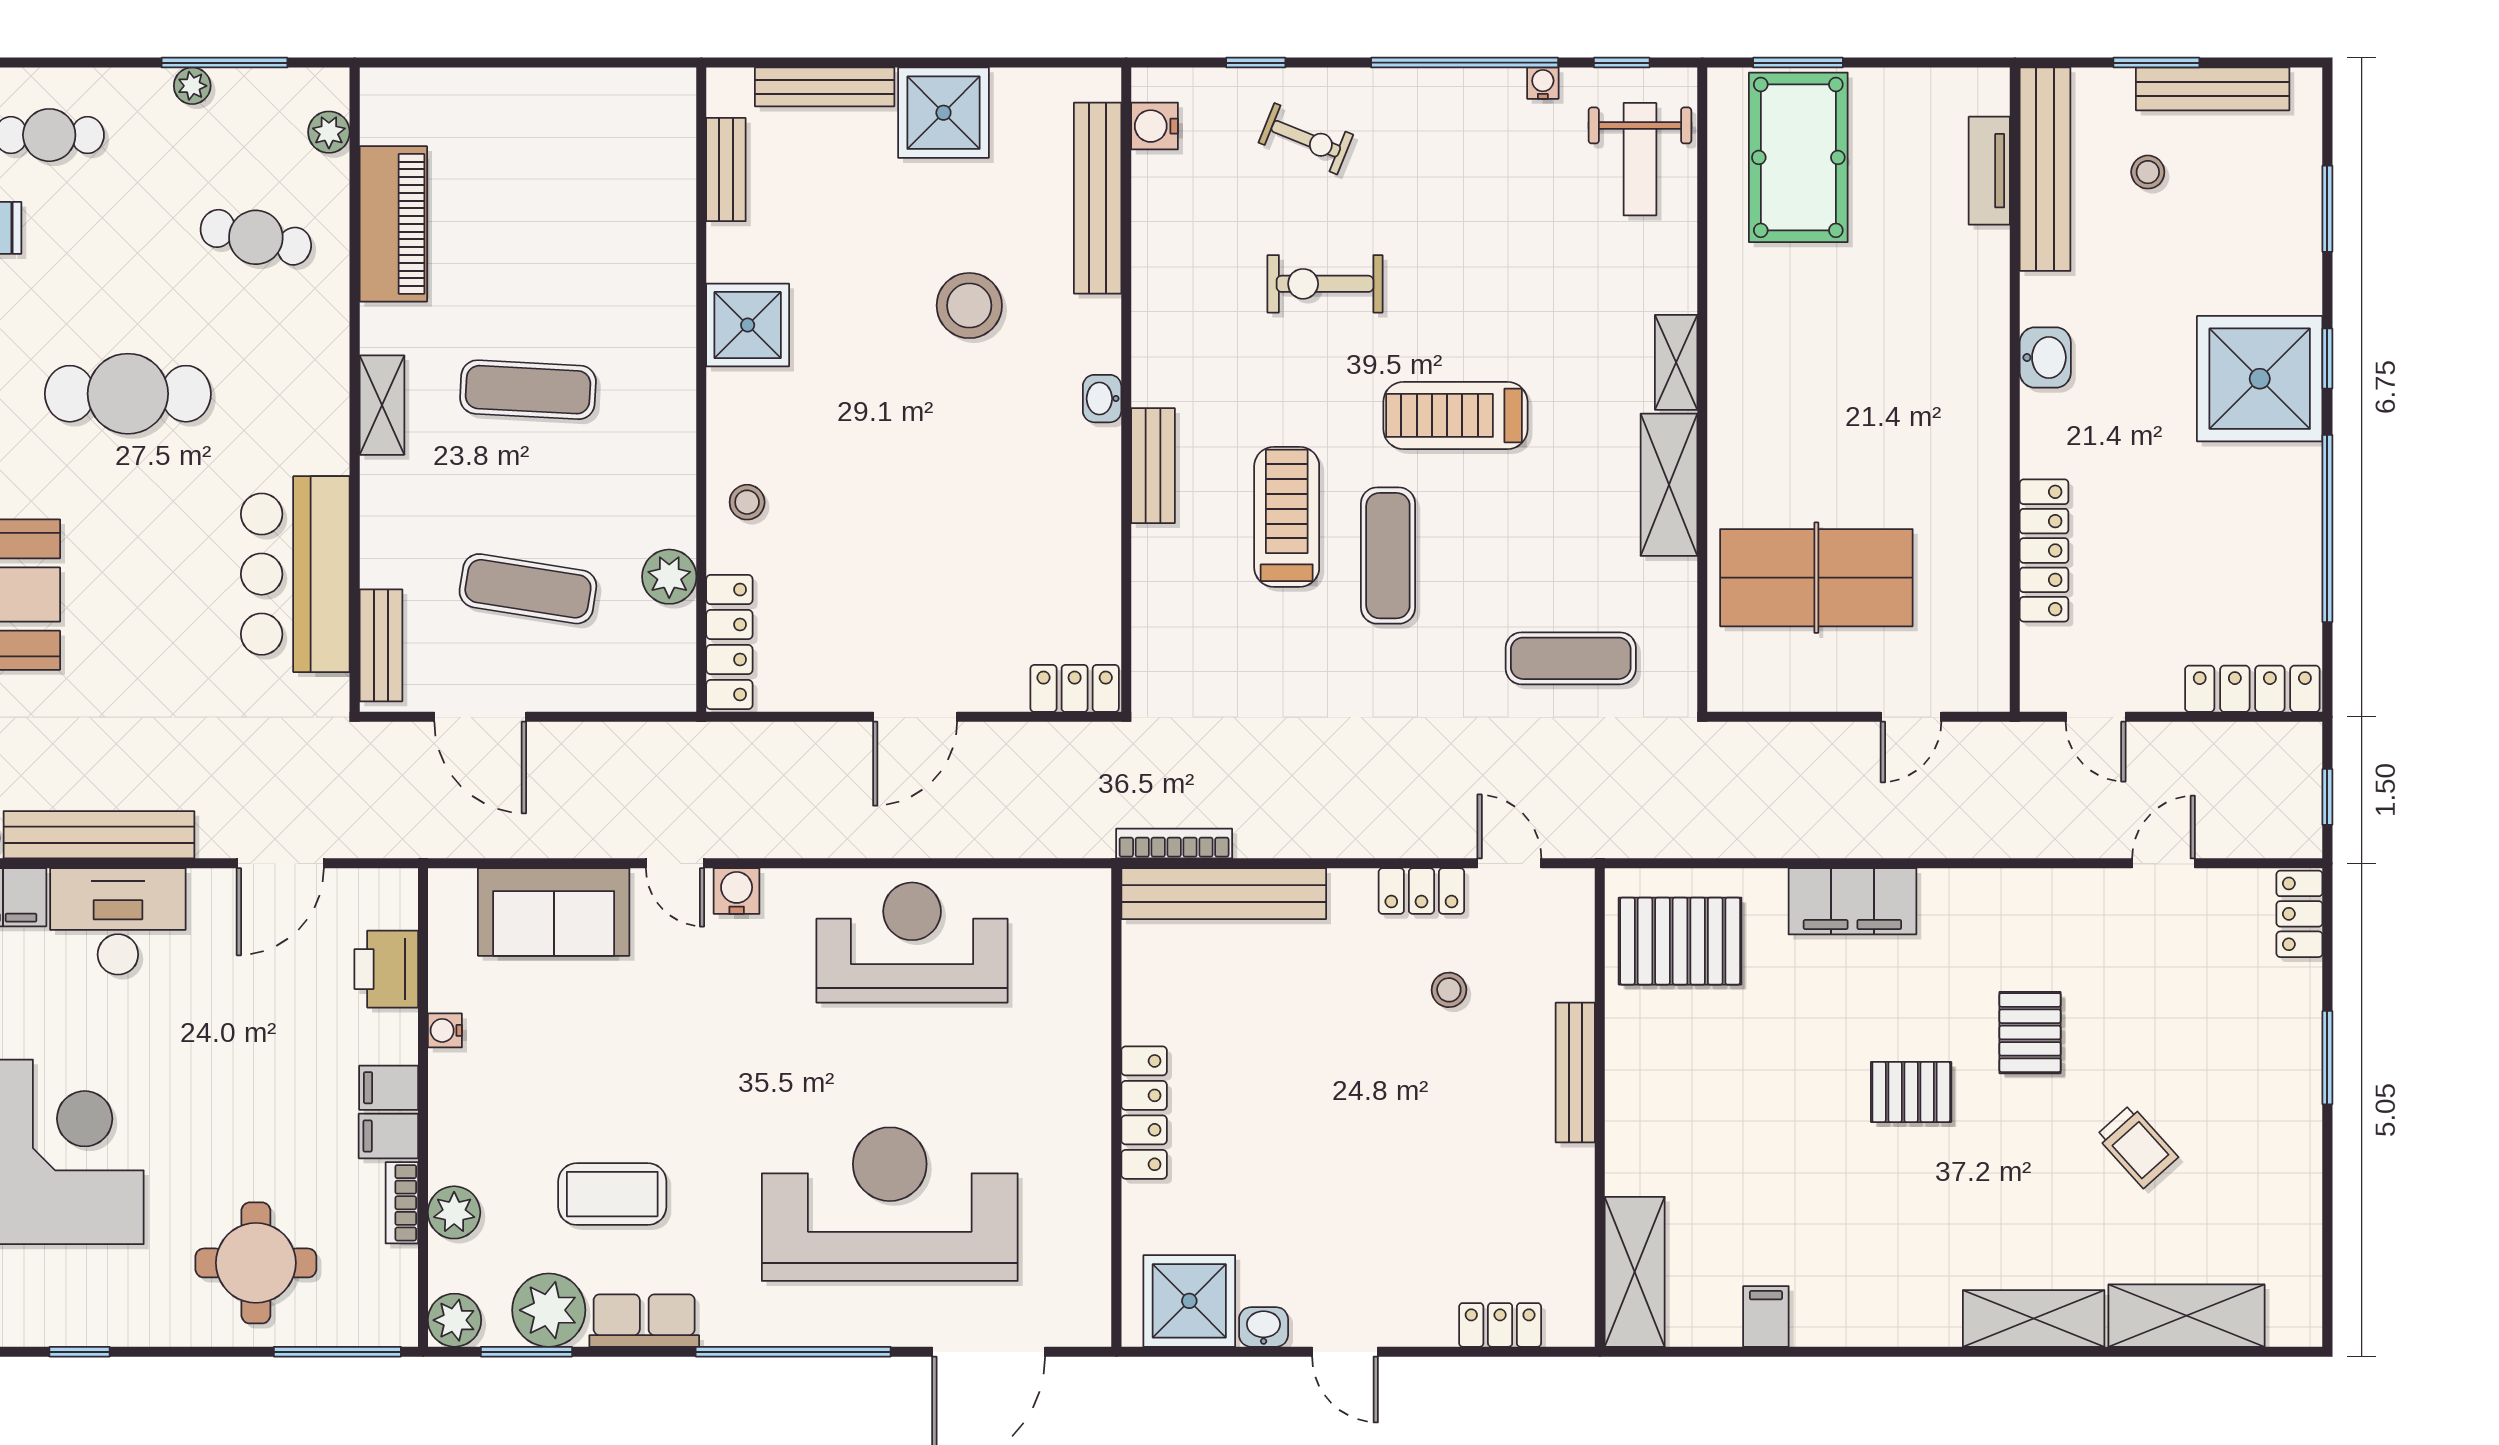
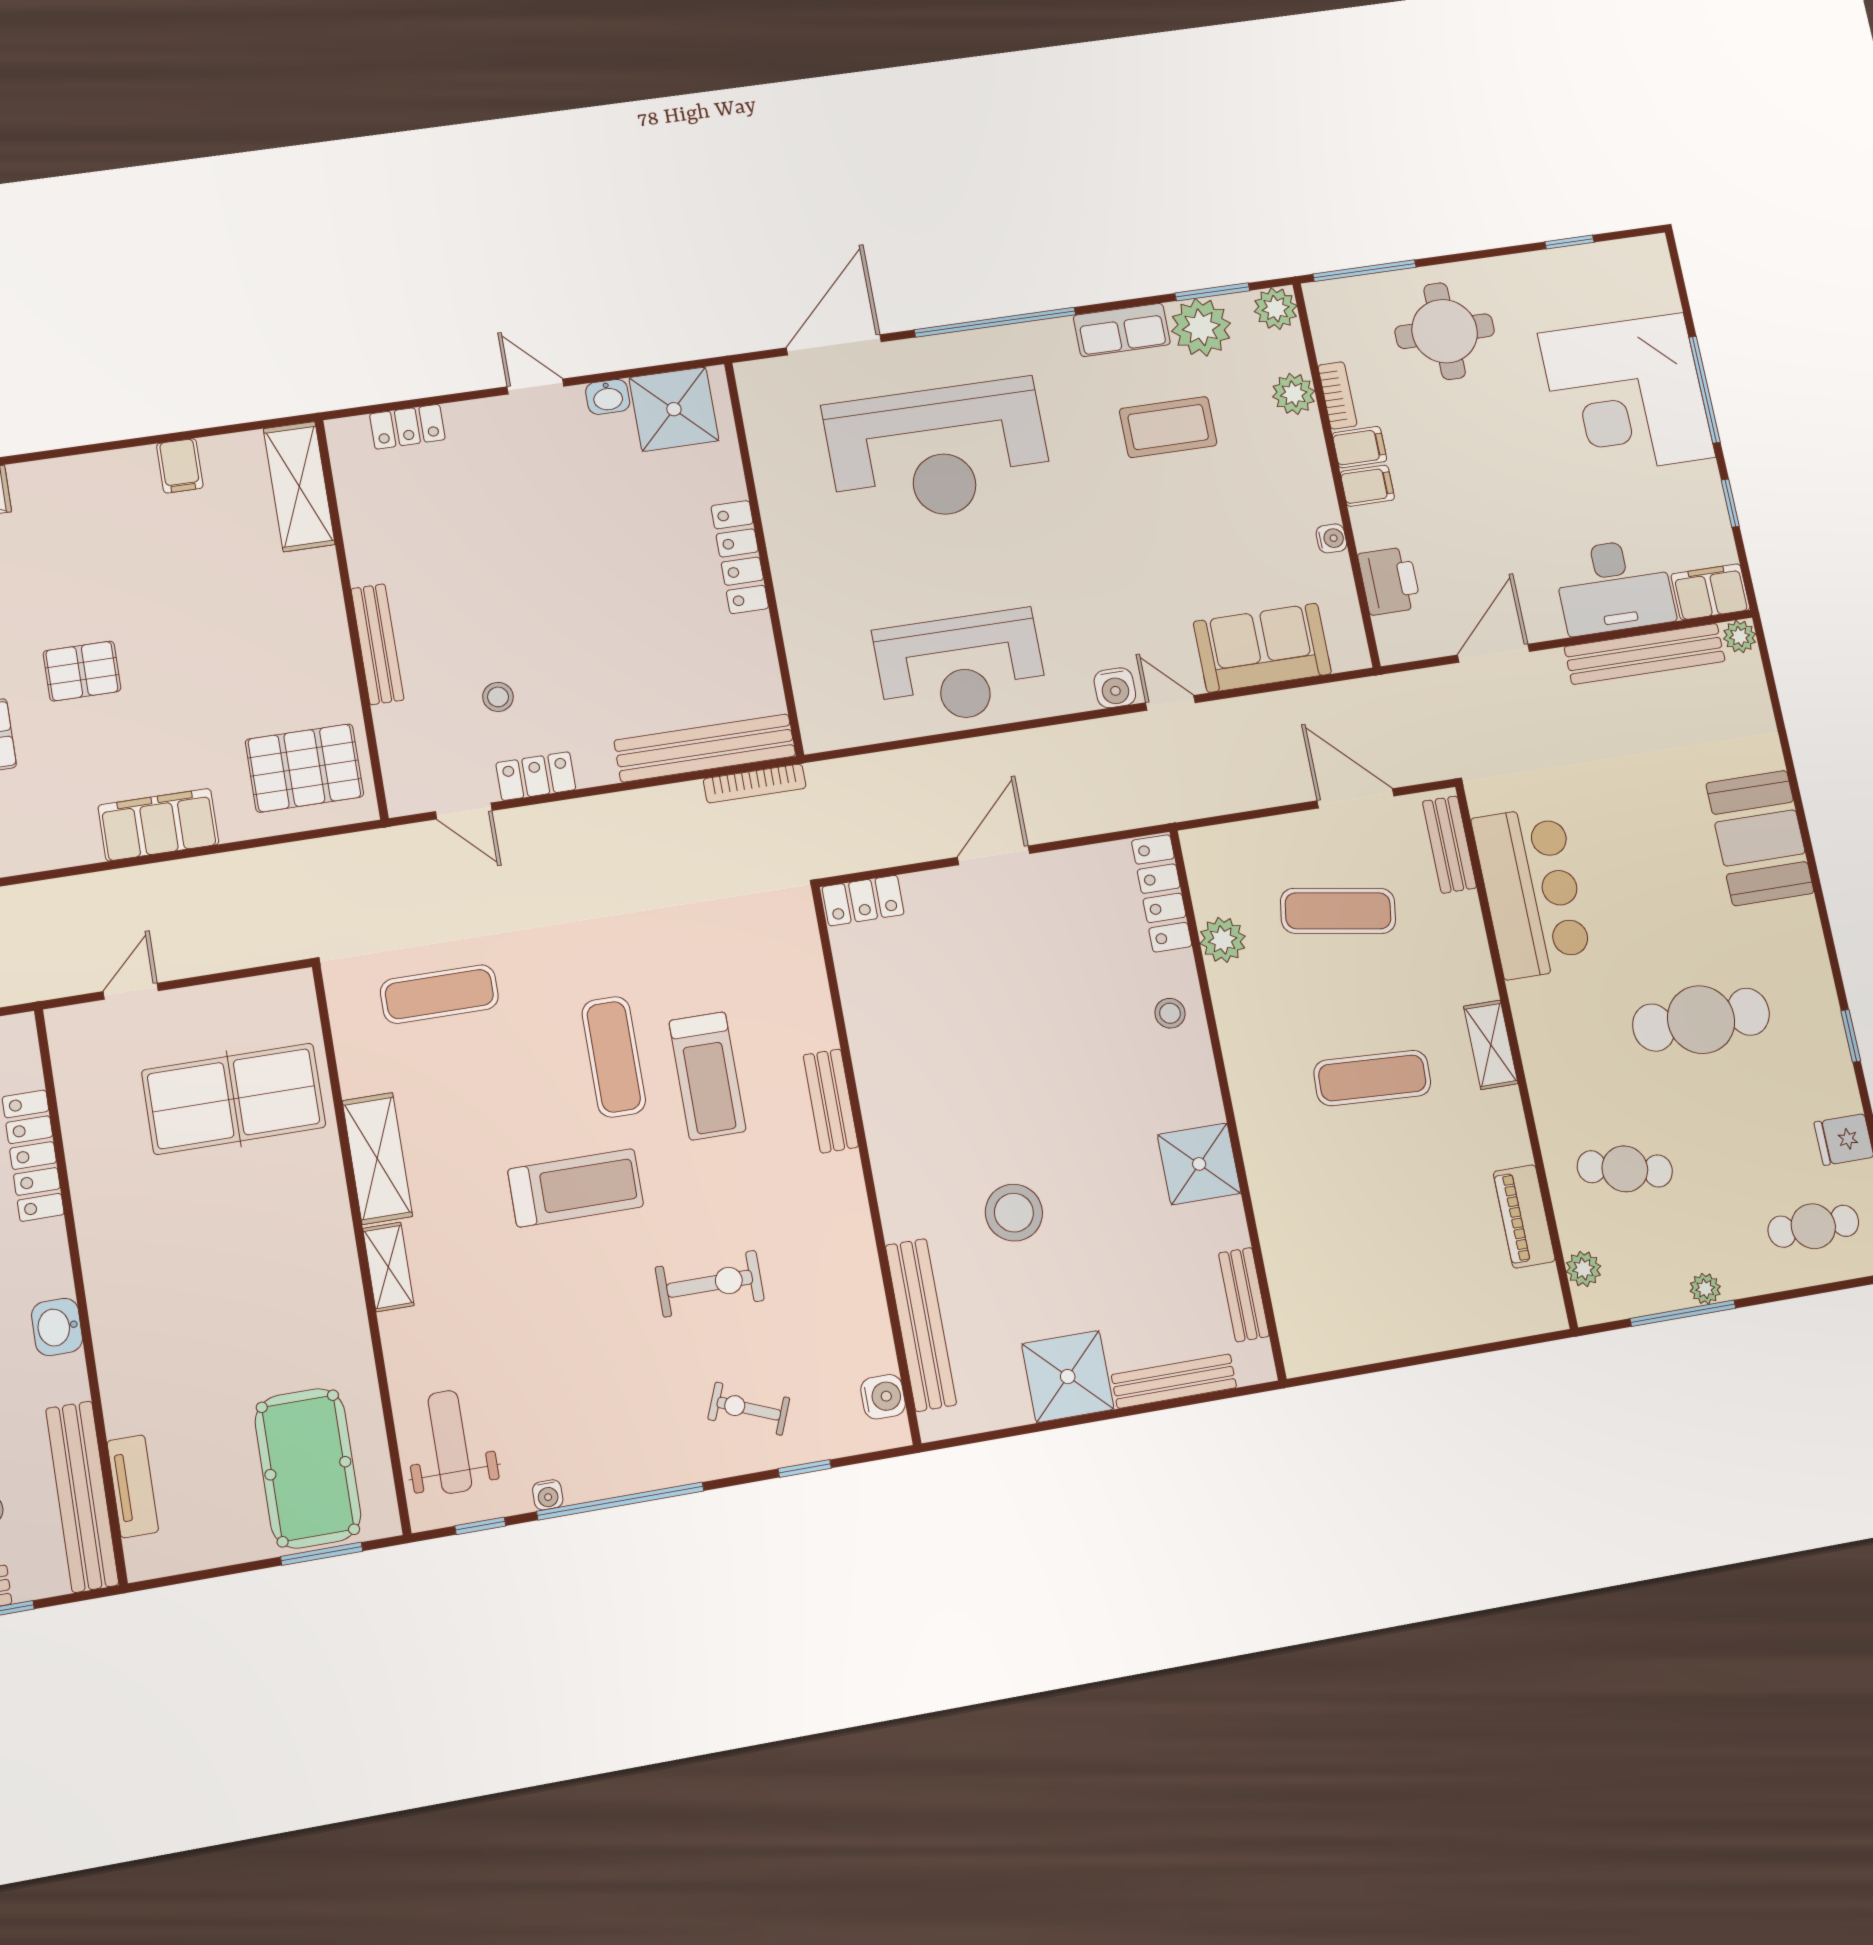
piano: (393, 224) -> (1524, 1216), width x0.73, depth x0.75
washbasin: (1102, 399) -> (885, 1151), removed

